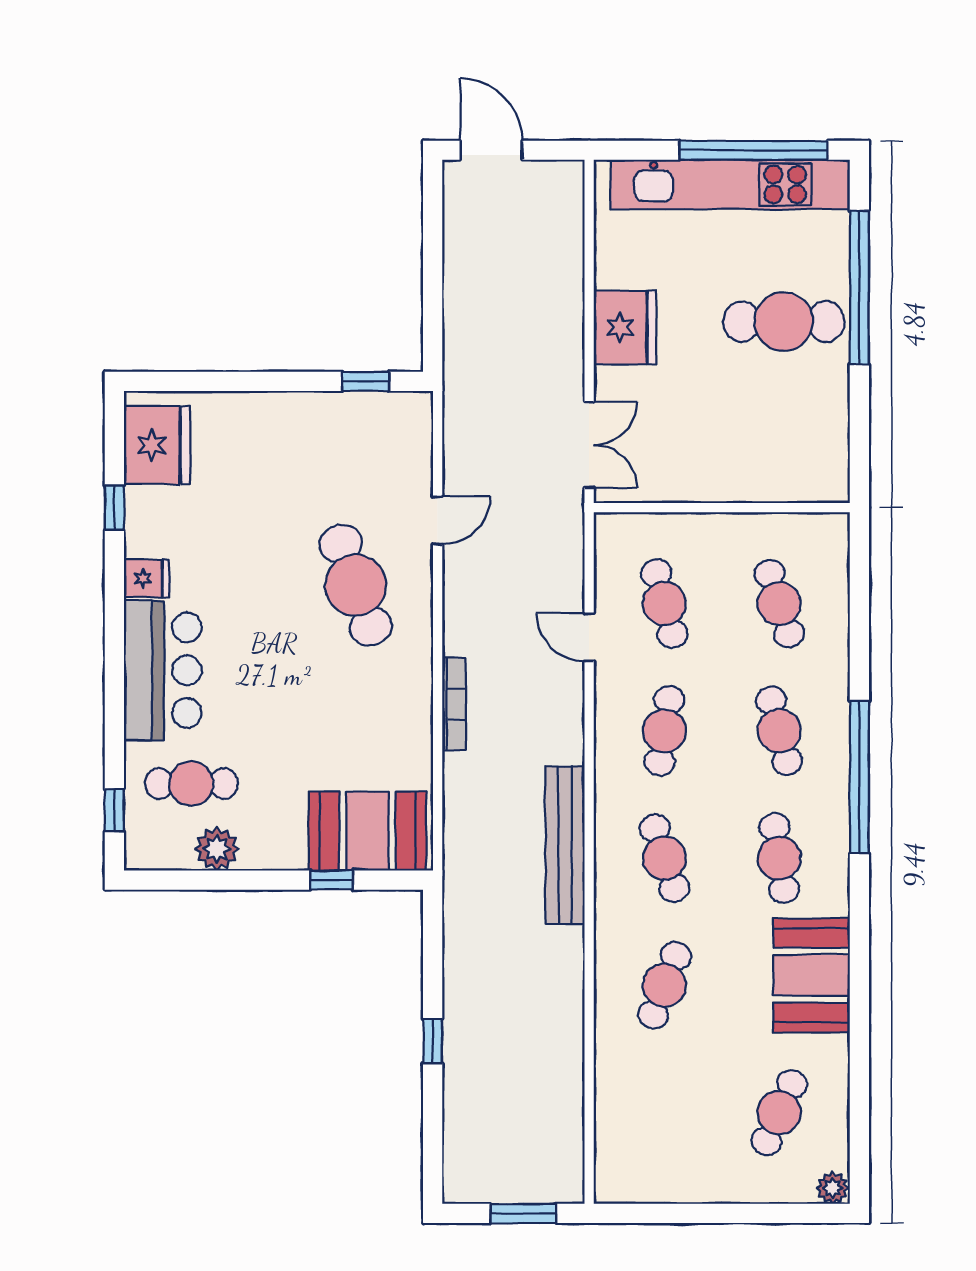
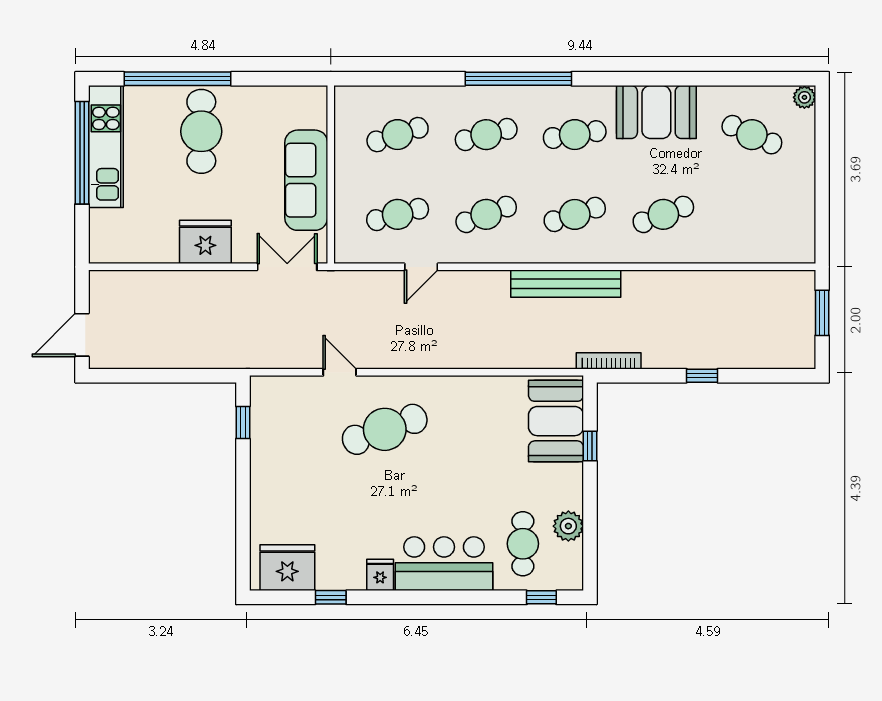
kitchen unit: (730, 184) -> (106, 146), width x0.73
sofa: (714, 472) -> (306, 180), added
bookcase: (454, 704) -> (609, 361), moved
cafe table: (664, 731) -> (486, 214), turned -30
cafe table: (664, 985) -> (663, 214), turned -42

